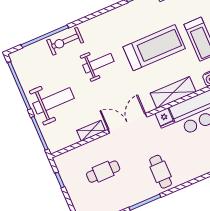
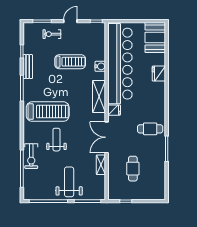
treadmill: (154, 48) -> (48, 112), moved, turned 90

